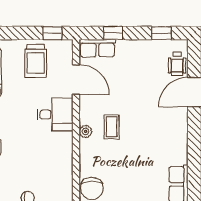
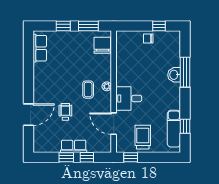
window: (161, 33) -> (66, 157), moved
row of seats: (97, 48) -> (74, 146), moved
wheelchair: (177, 64) -> (65, 112), moved

